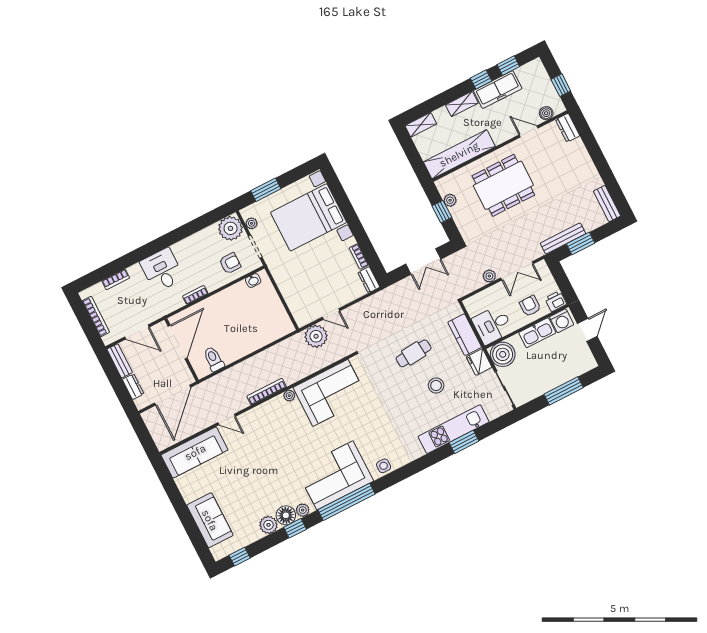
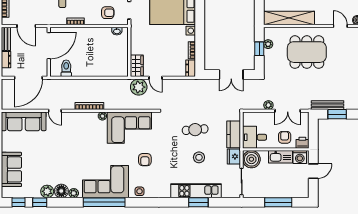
wardrobe: (300, 311) -> (137, 66), added
armchair: (370, 423) -> (145, 160), added
window: (295, 528) -> (40, 202), moved

